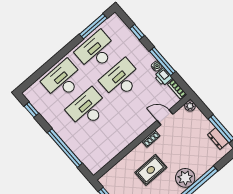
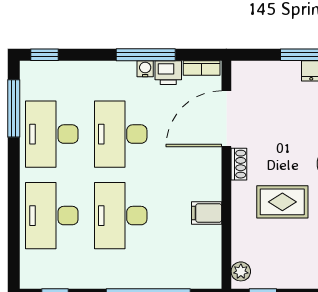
window: (137, 32) -> (44, 55), moved
plant: (190, 106) -> (241, 271), moved
door: (165, 117) -> (226, 119), width x1.87
filing cabinet: (119, 143) -> (207, 213), added
rug: (151, 170) -> (282, 202), turned 90

